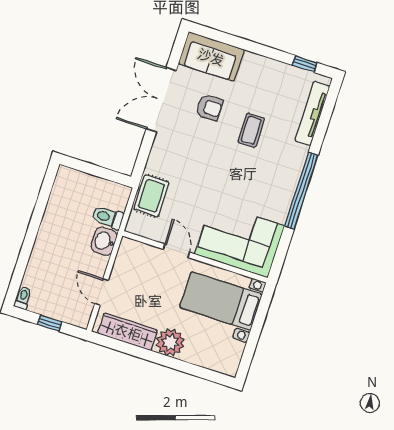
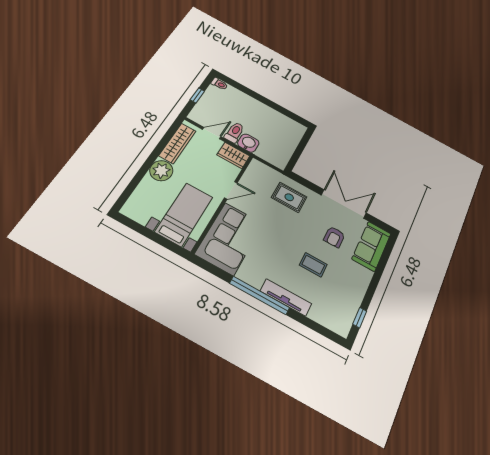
tv unit: (312, 114) -> (286, 297), moved
rug: (152, 196) -> (289, 197), moved
toilet: (107, 217) -> (234, 132), moved
wardrobe: (127, 257) -> (233, 155), added

